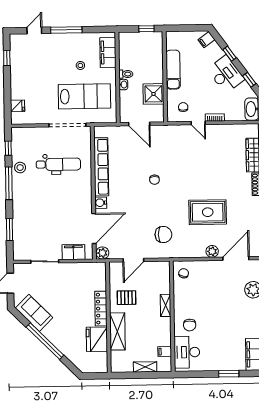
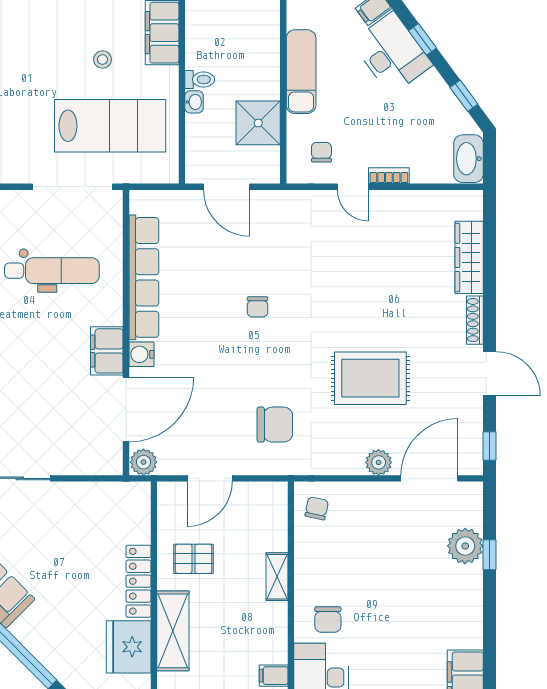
desk: (226, 74) -> (392, 53), moved
filing cabinet: (73, 252) -> (107, 351), moved, turned -90

